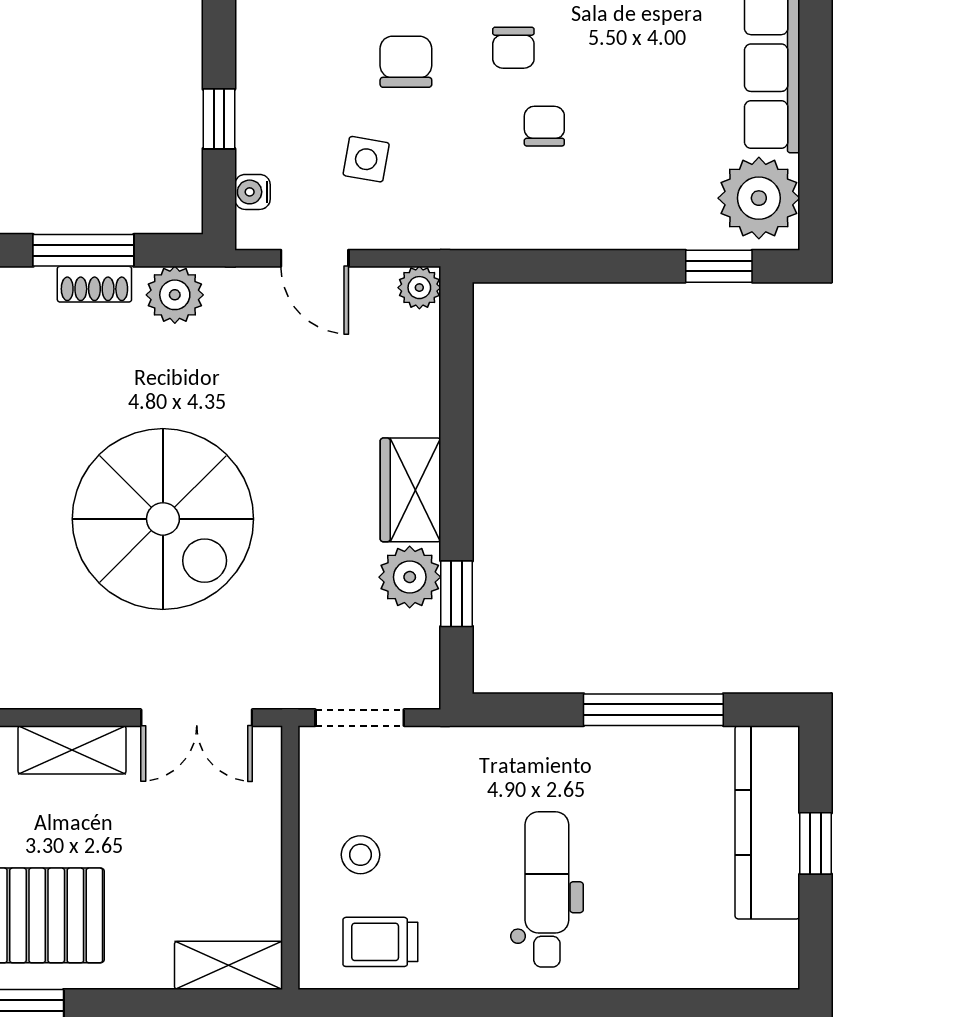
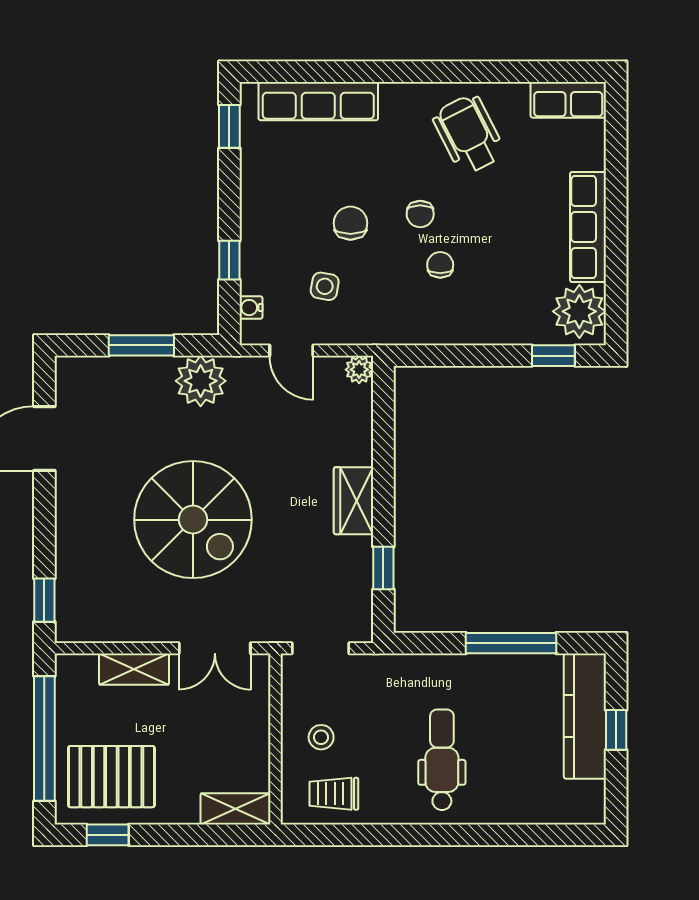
shoe rack: (94, 284) -> (149, 367), removed
plant: (175, 295) -> (201, 381), width x1.36, depth x1.36
plant: (410, 577) -> (353, 557), removed

